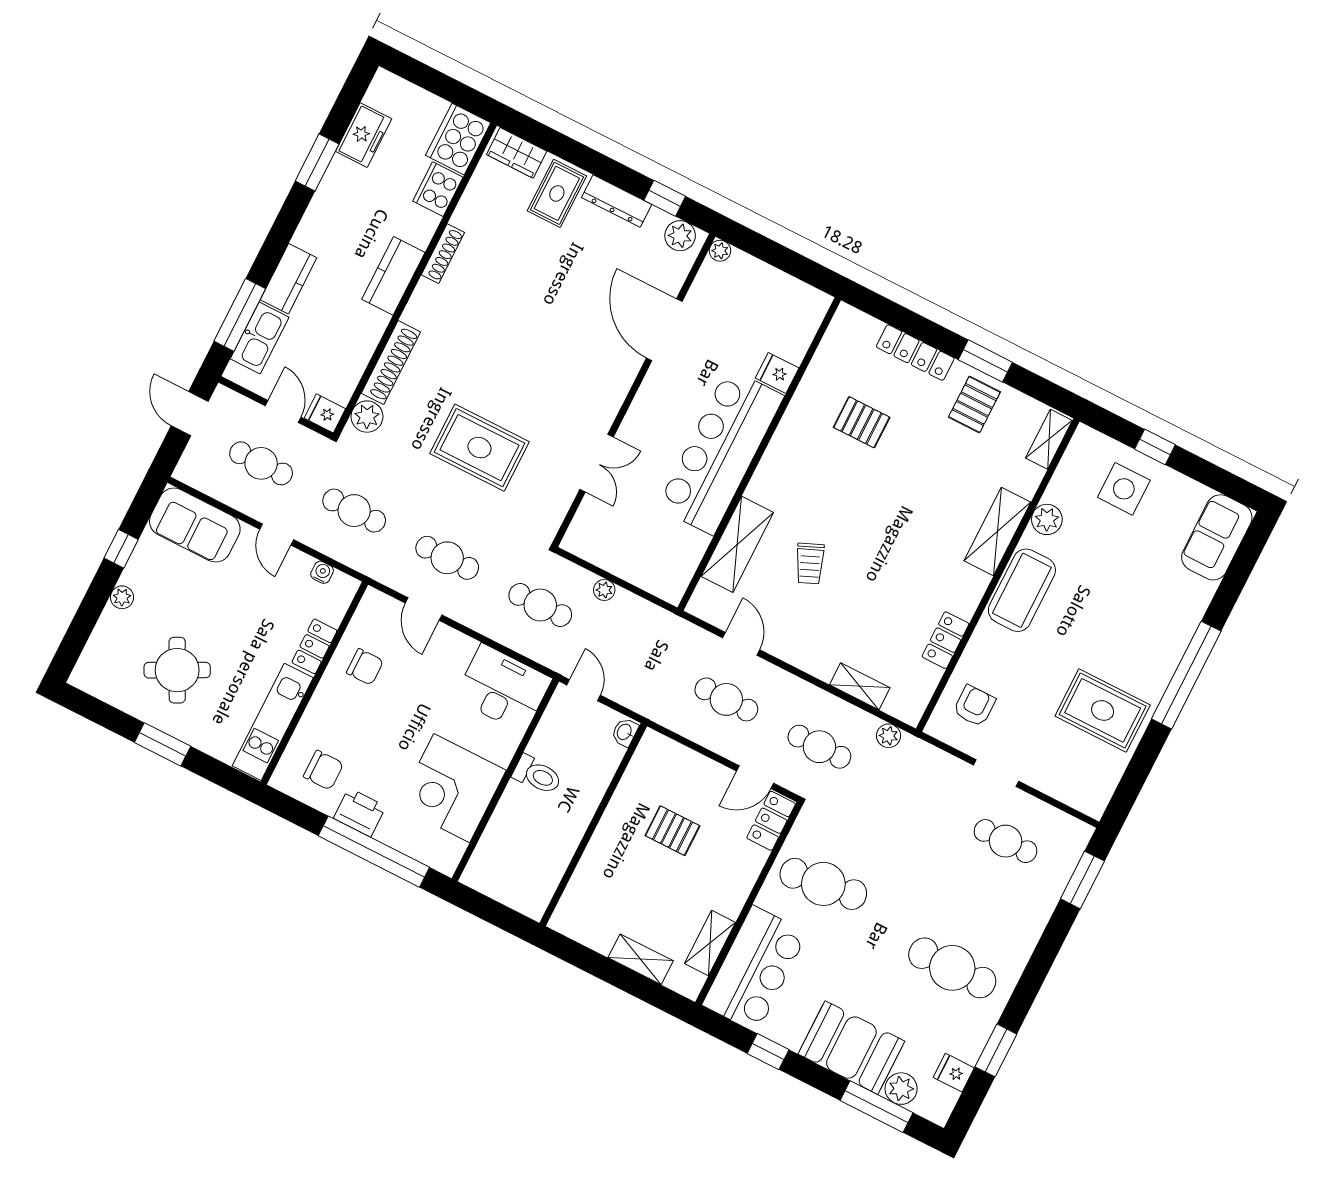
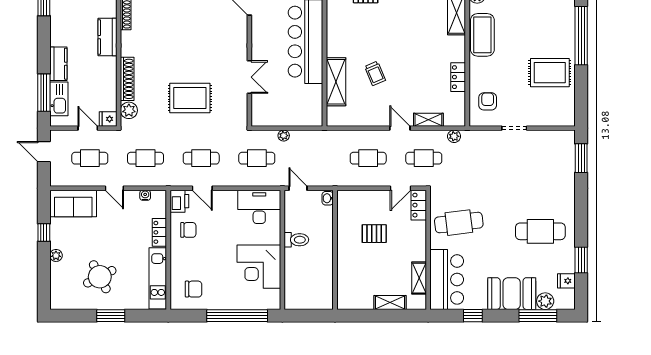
door: (741, 644) -> (400, 128), moved
printer: (360, 812) -> (179, 201), moved, turned 90
cafe table: (1006, 841) -> (535, 158), removed

